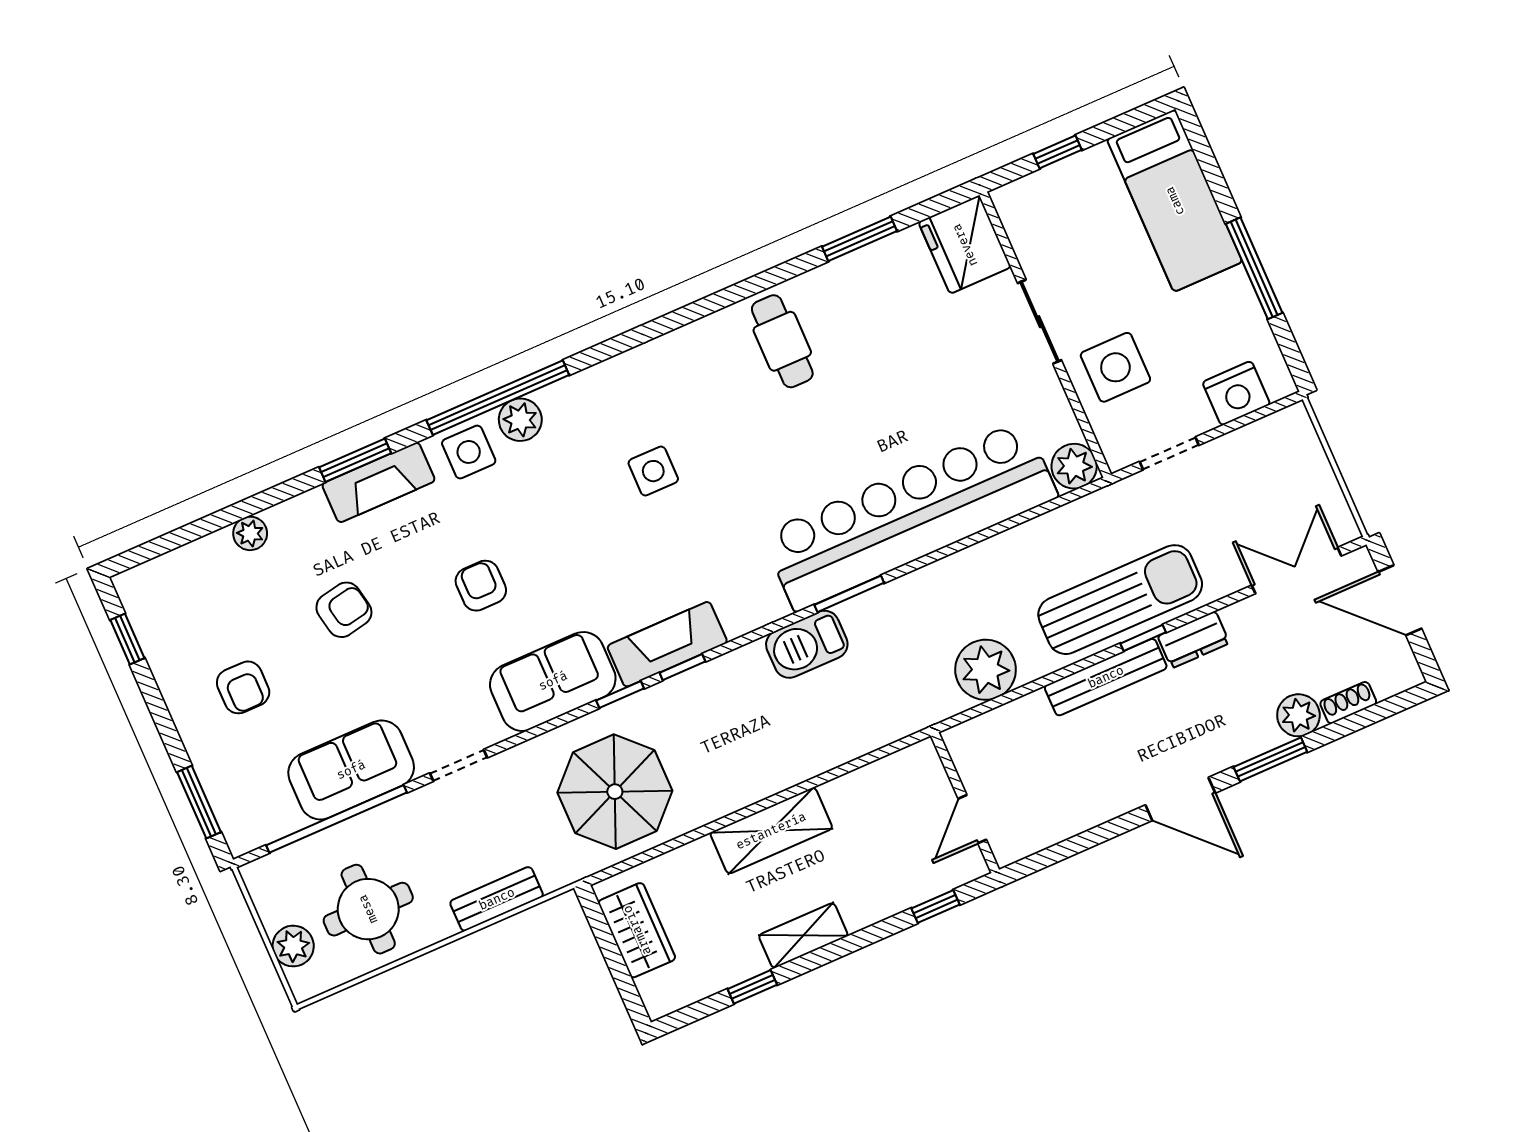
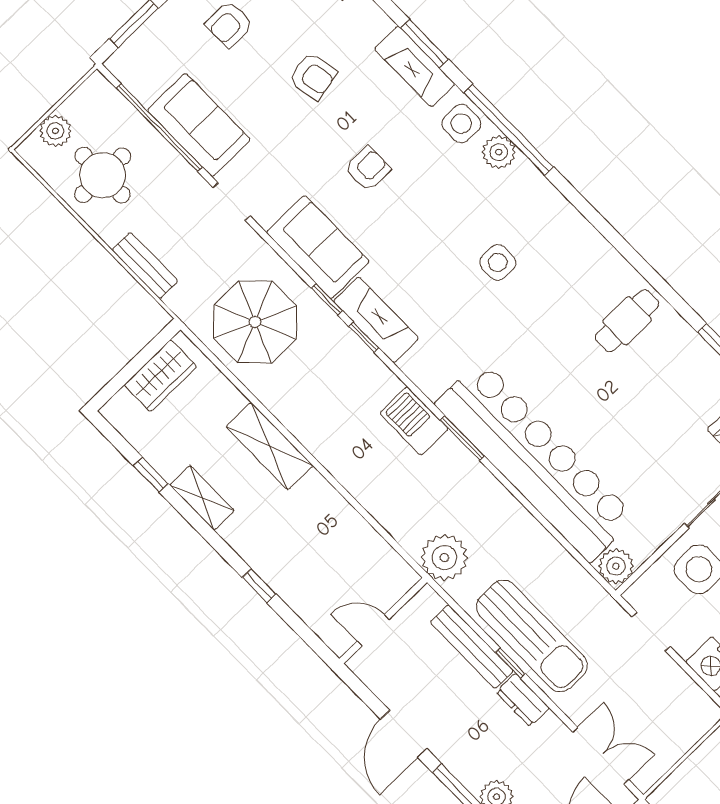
wall: (965, 803) -> (383, 621), moved
door: (972, 819) -> (373, 630), moved

